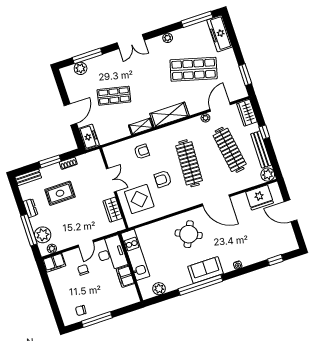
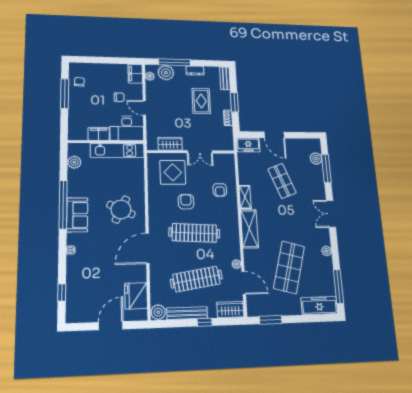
shop shelf: (114, 96) -> (282, 181), turned -33

